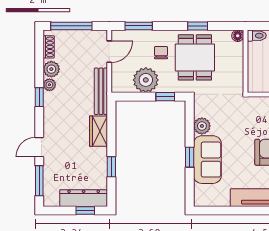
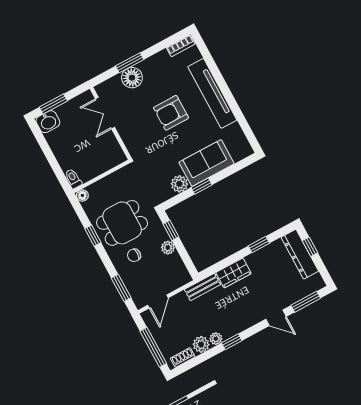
door: (109, 52) -> (158, 301), swing flipped
plant: (146, 80) -> (168, 248), width x0.53, depth x0.53
bench: (101, 91) -> (202, 287), width x0.73
window: (190, 157) -> (201, 186), moved

